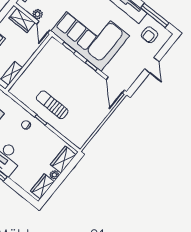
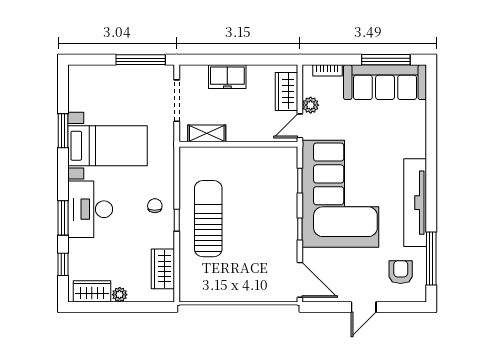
armchair: (150, 35) -> (401, 272), turned 90
door: (115, 85) -> (300, 280), swing flipped
sun lounger: (52, 105) -> (208, 219), width x1.36, depth x1.34
wardrobe: (63, 160) -> (163, 269), moved, turned -90
window: (19, 190) -> (63, 264), added

